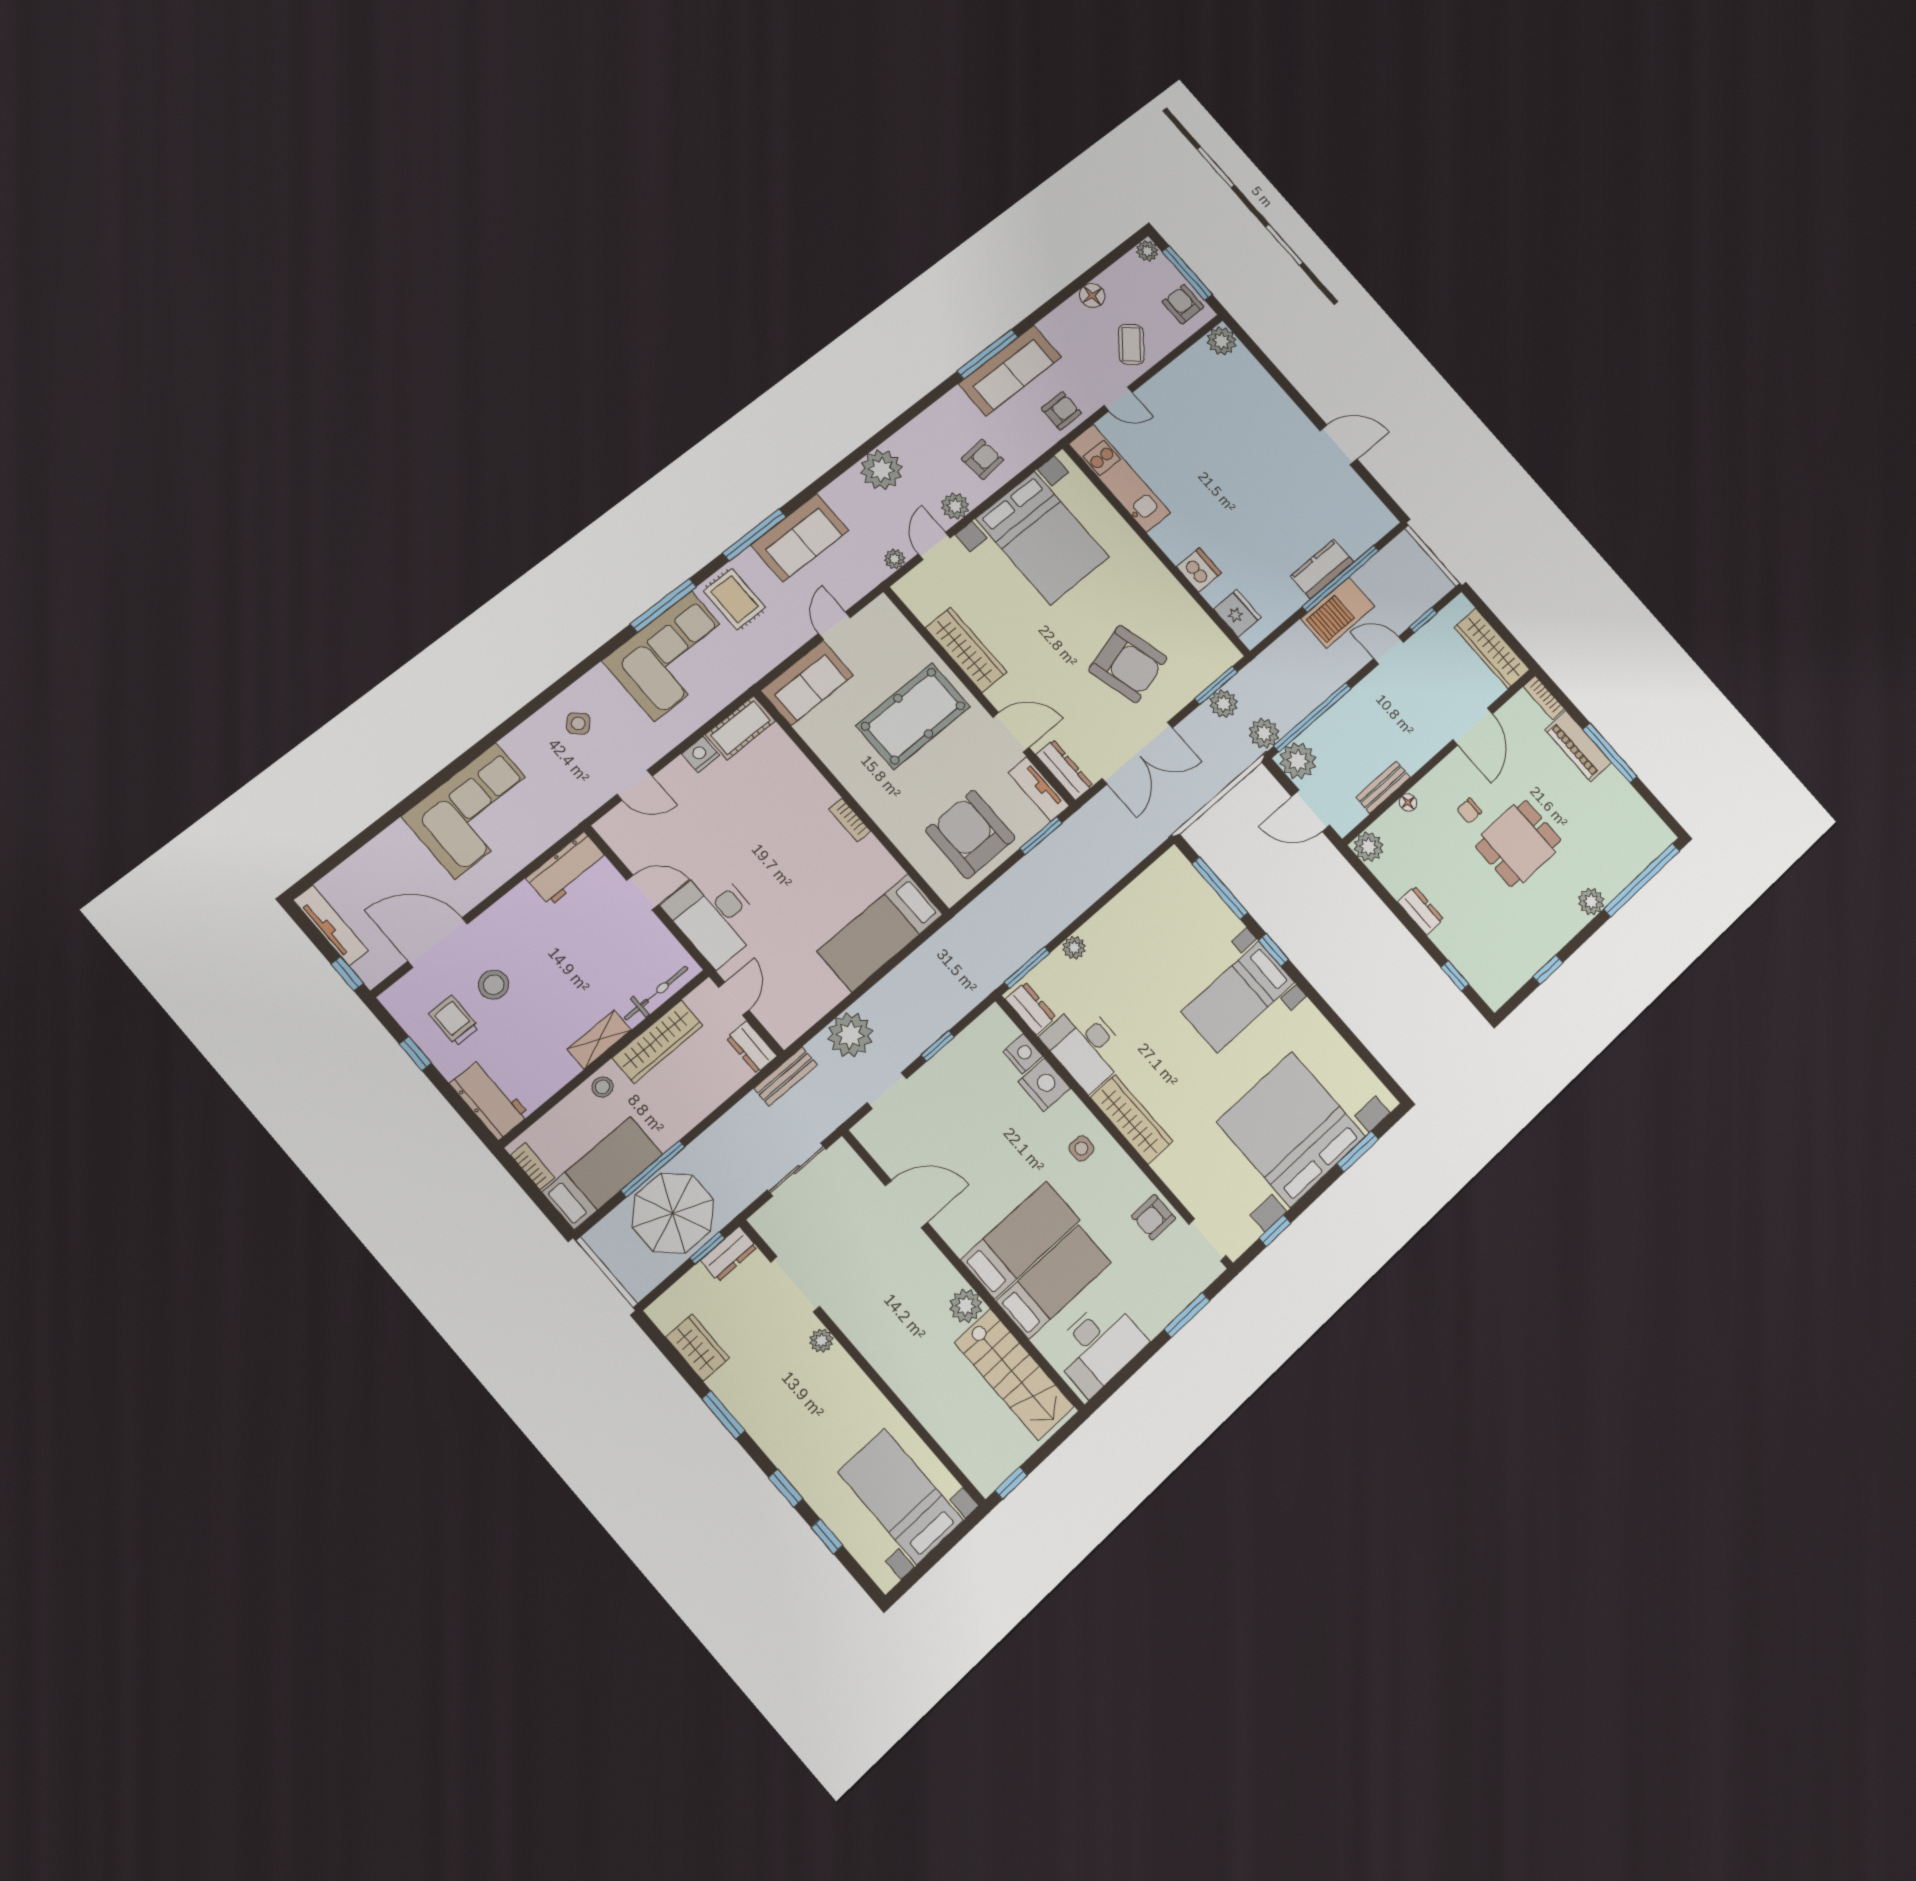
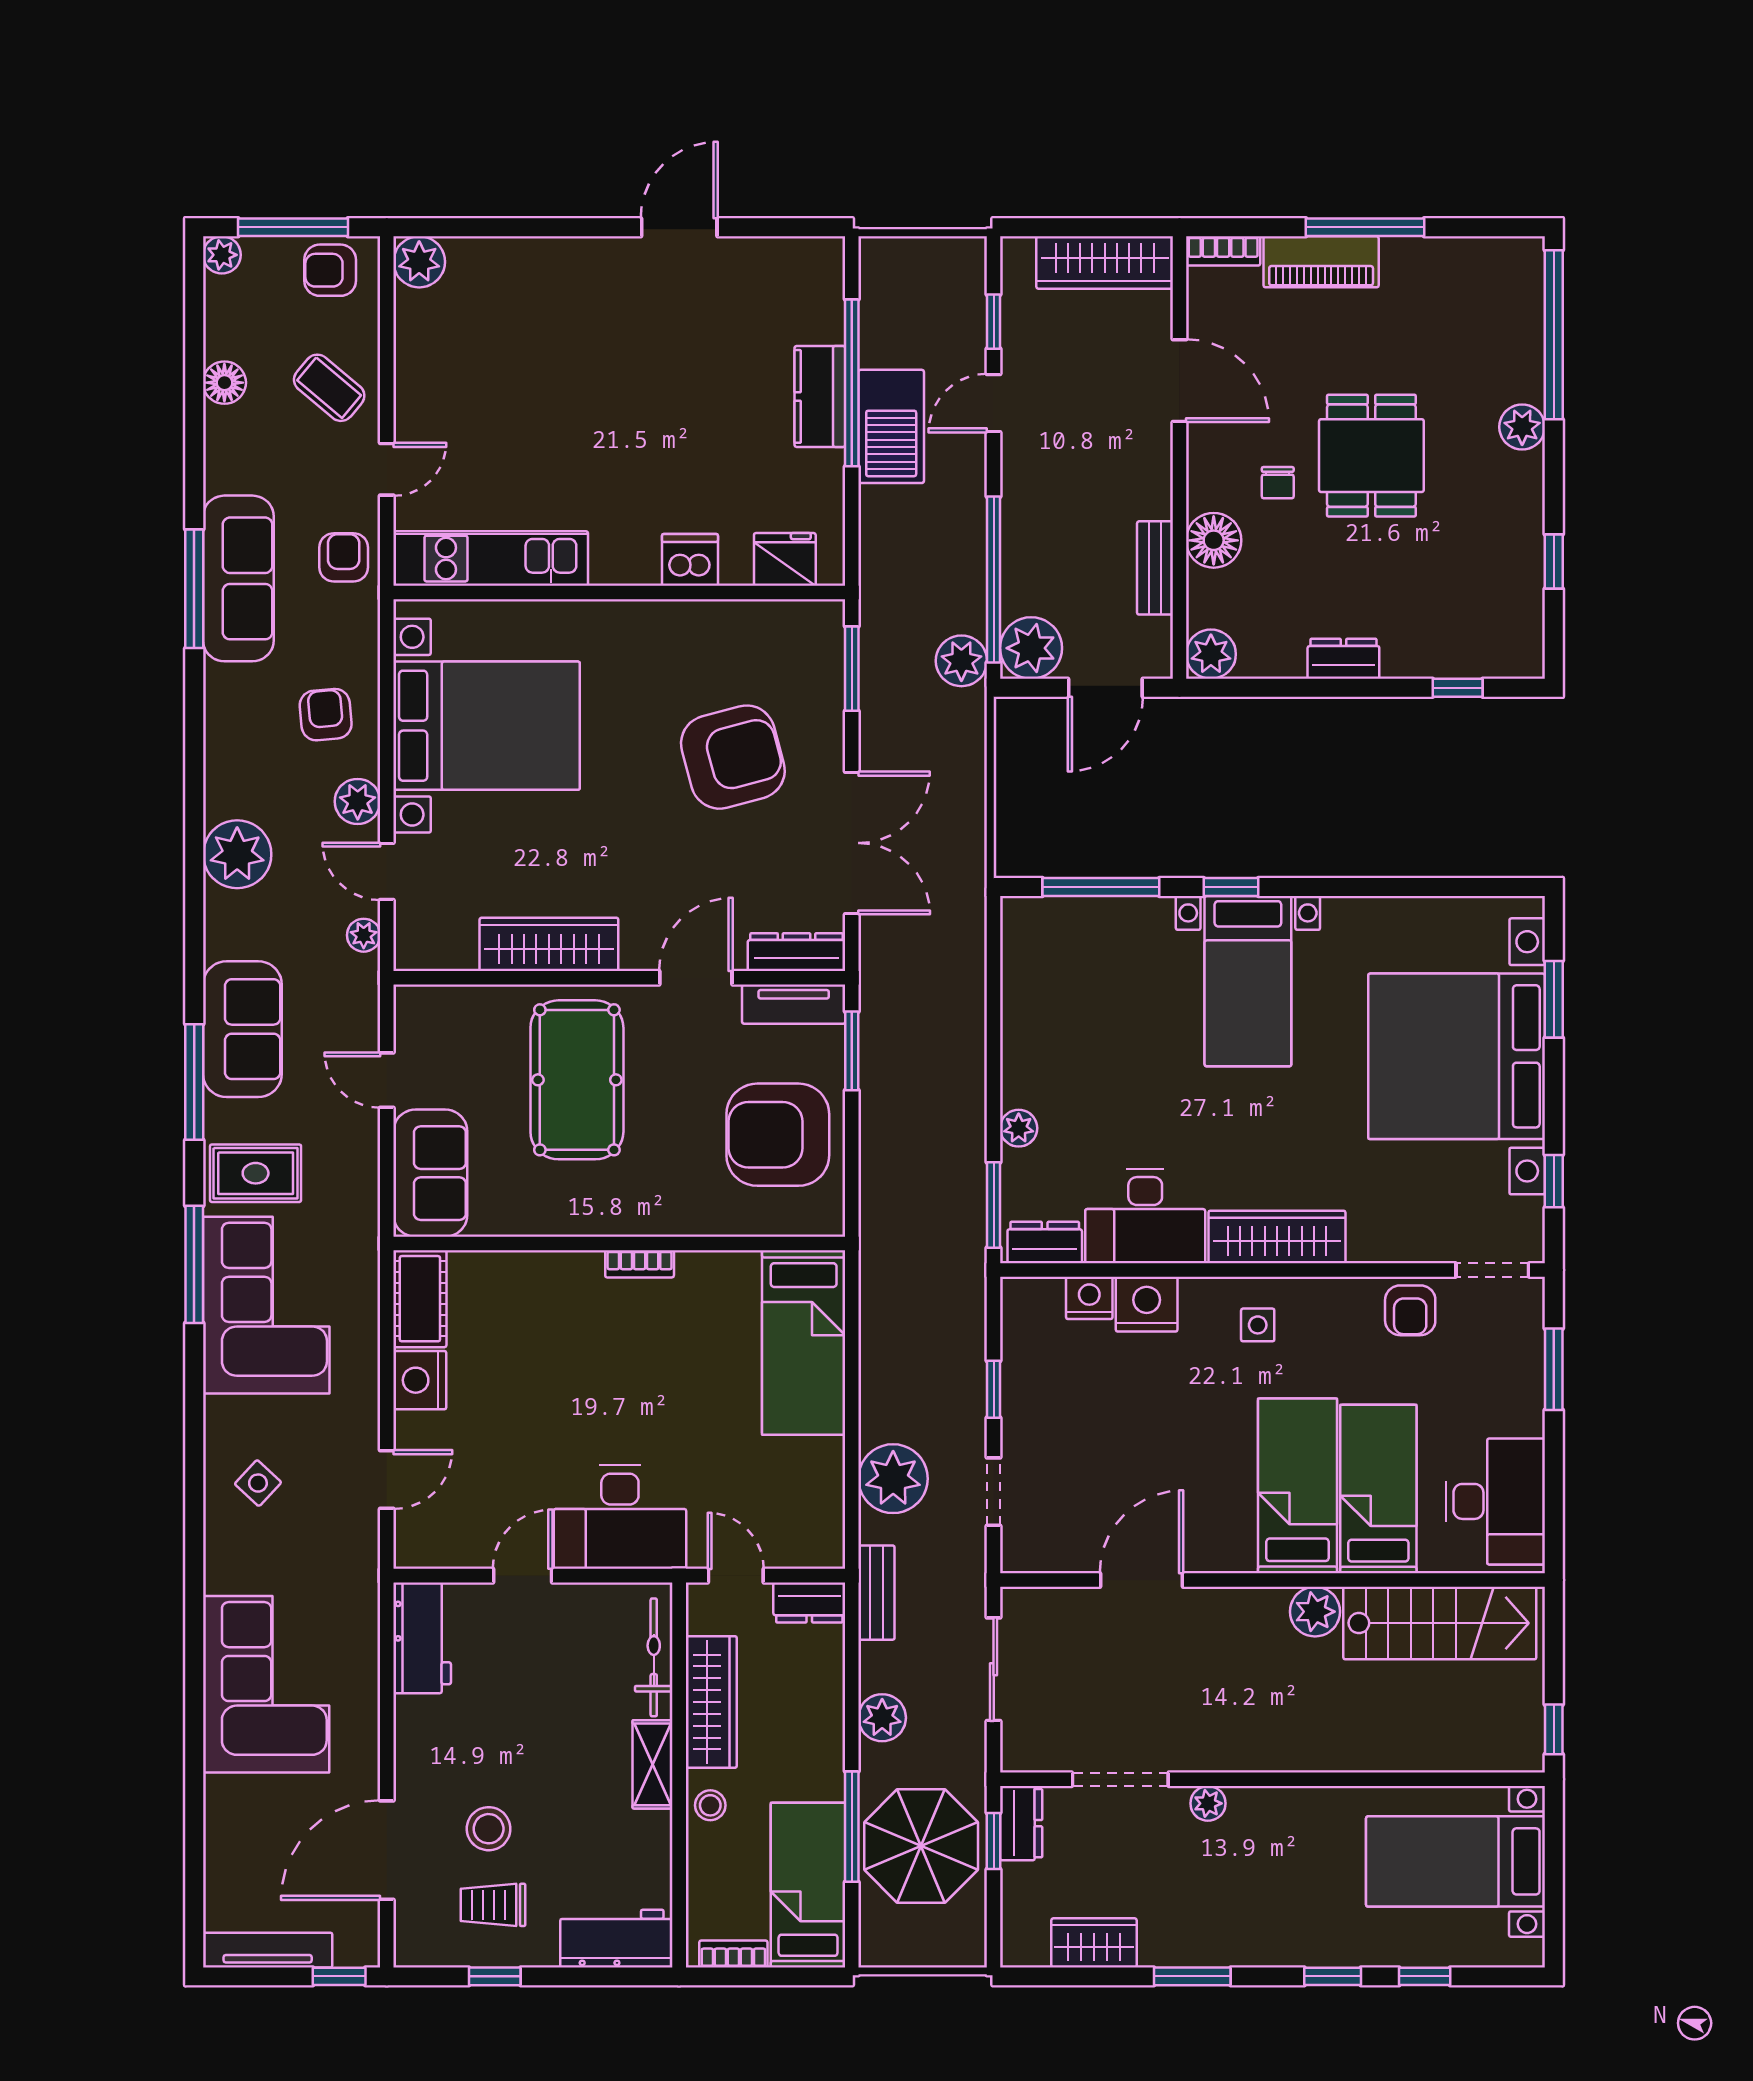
plant: (1224, 704) -> (882, 1718), moved
nightstand: (701, 754) -> (420, 1380), width x1.36, depth x1.33
floor lamp: (1408, 803) -> (1214, 540), width x1.89, depth x1.89

